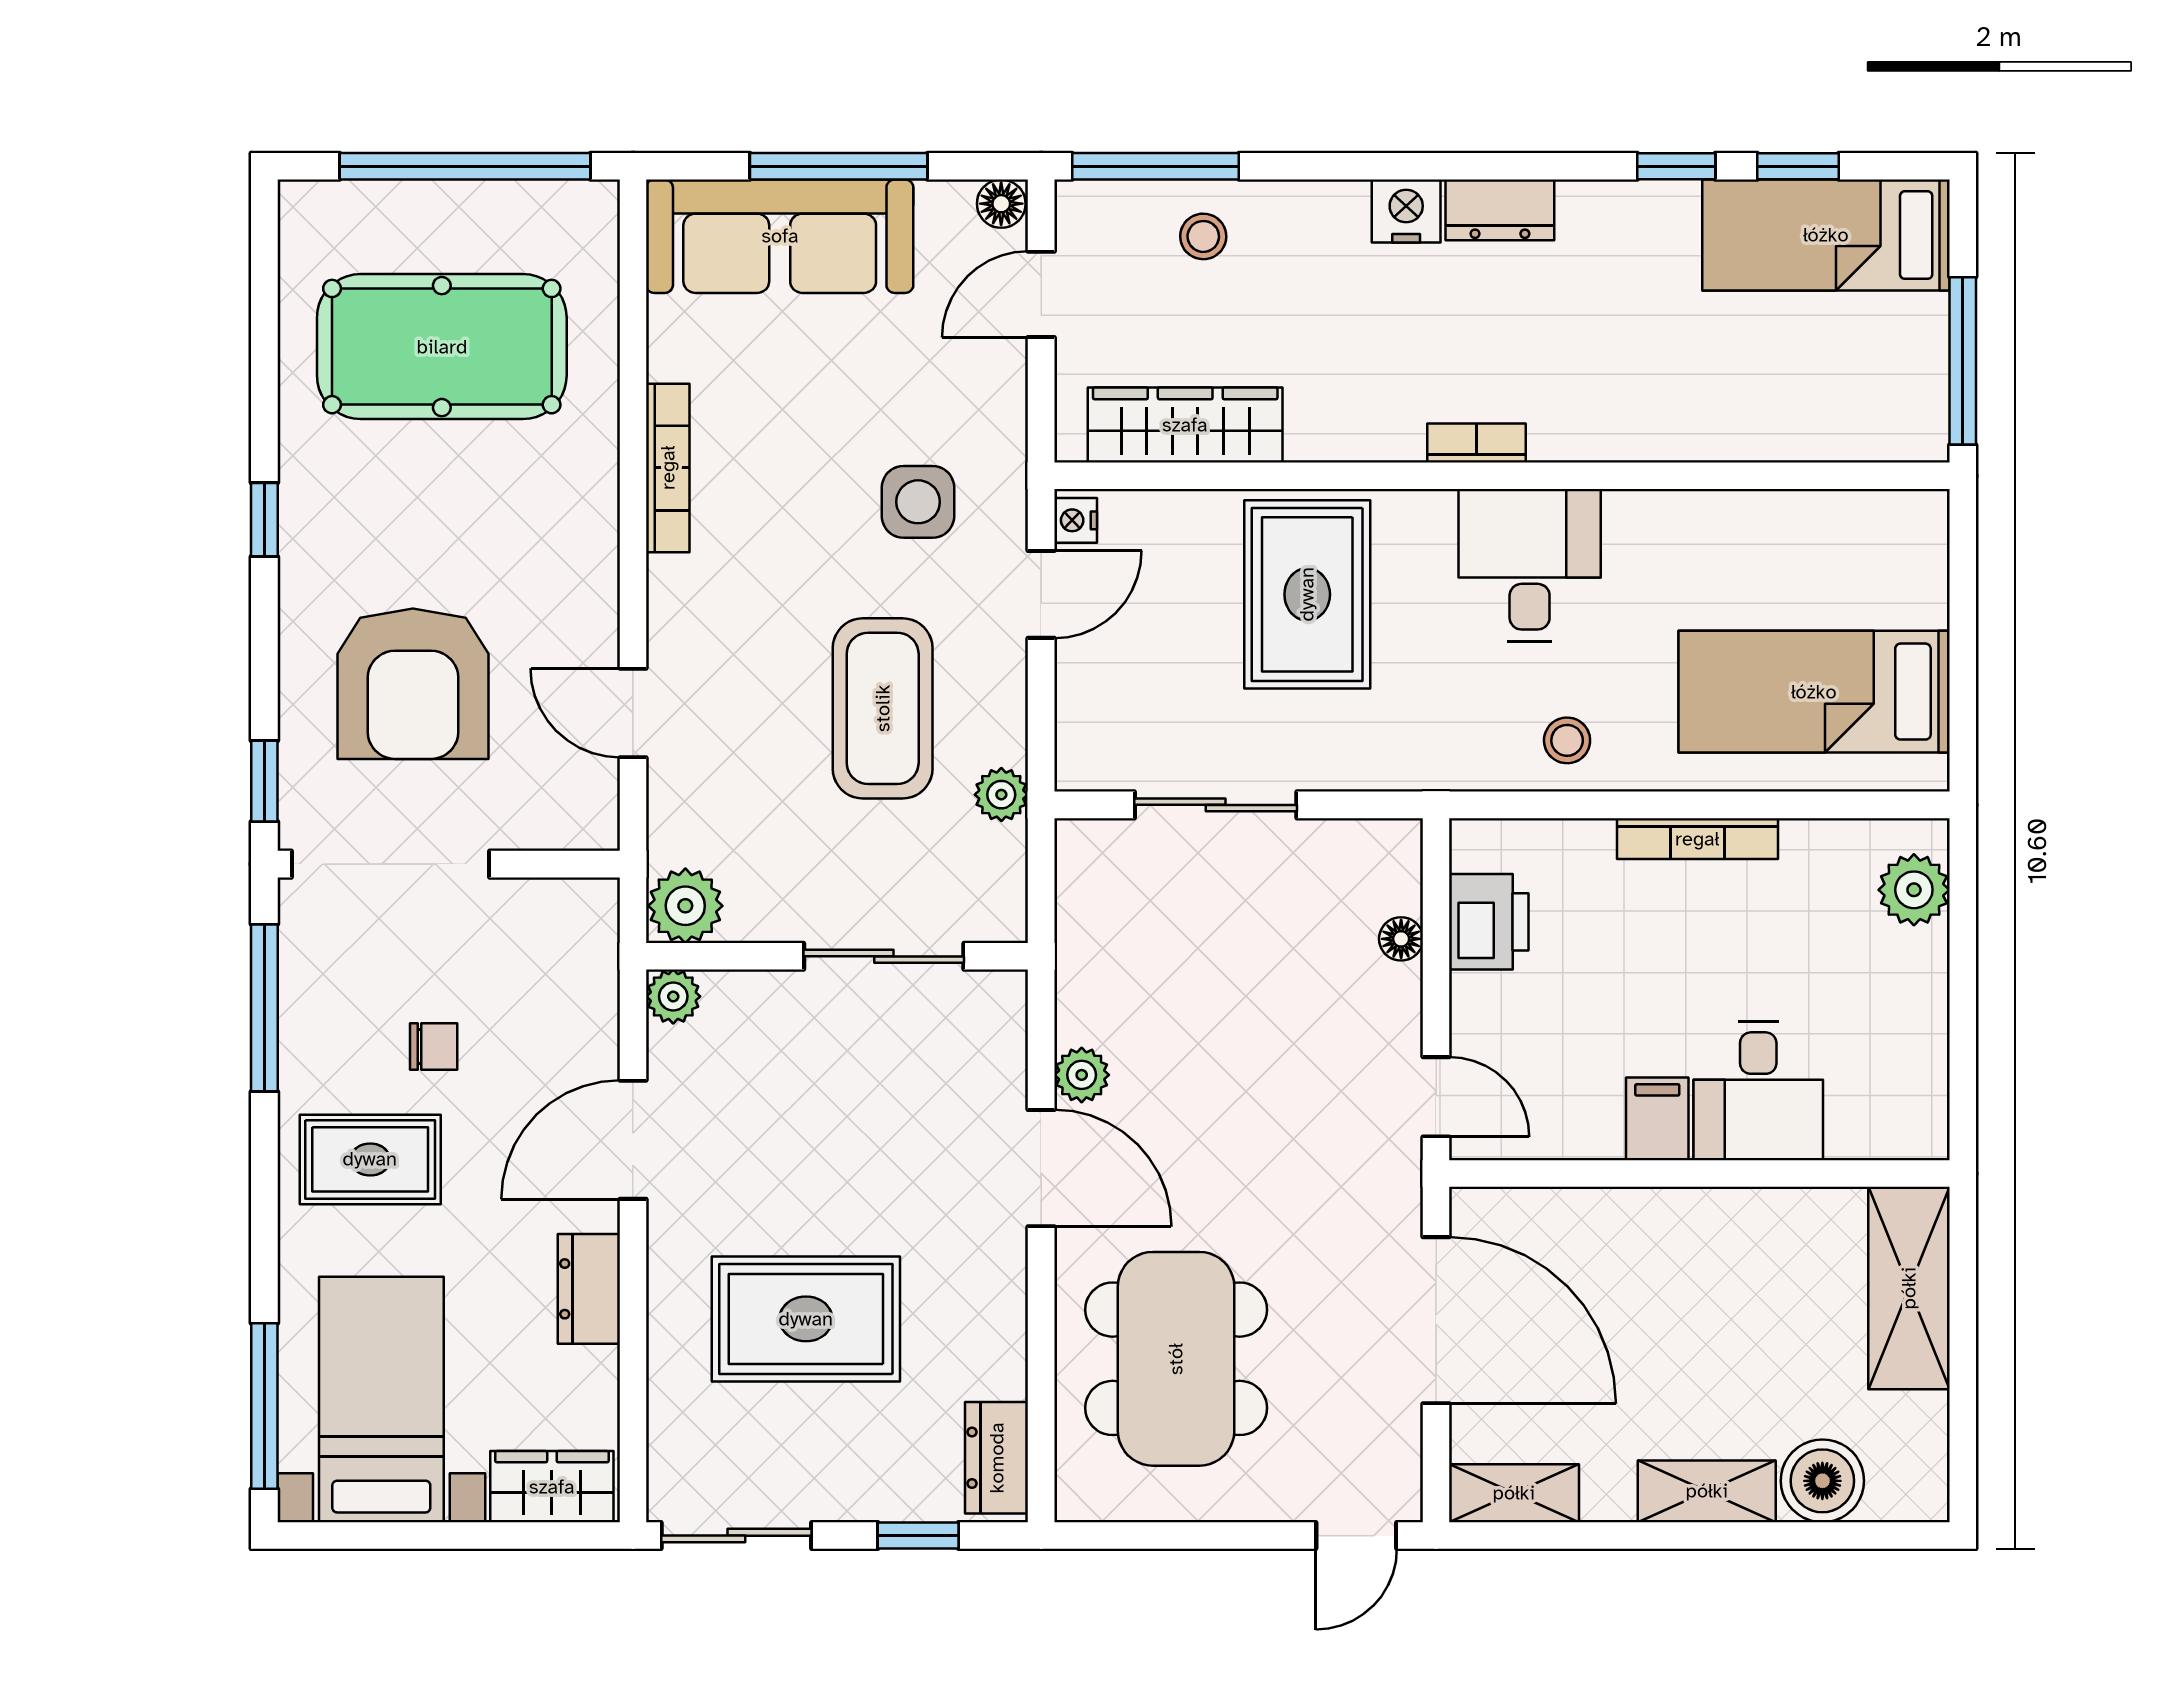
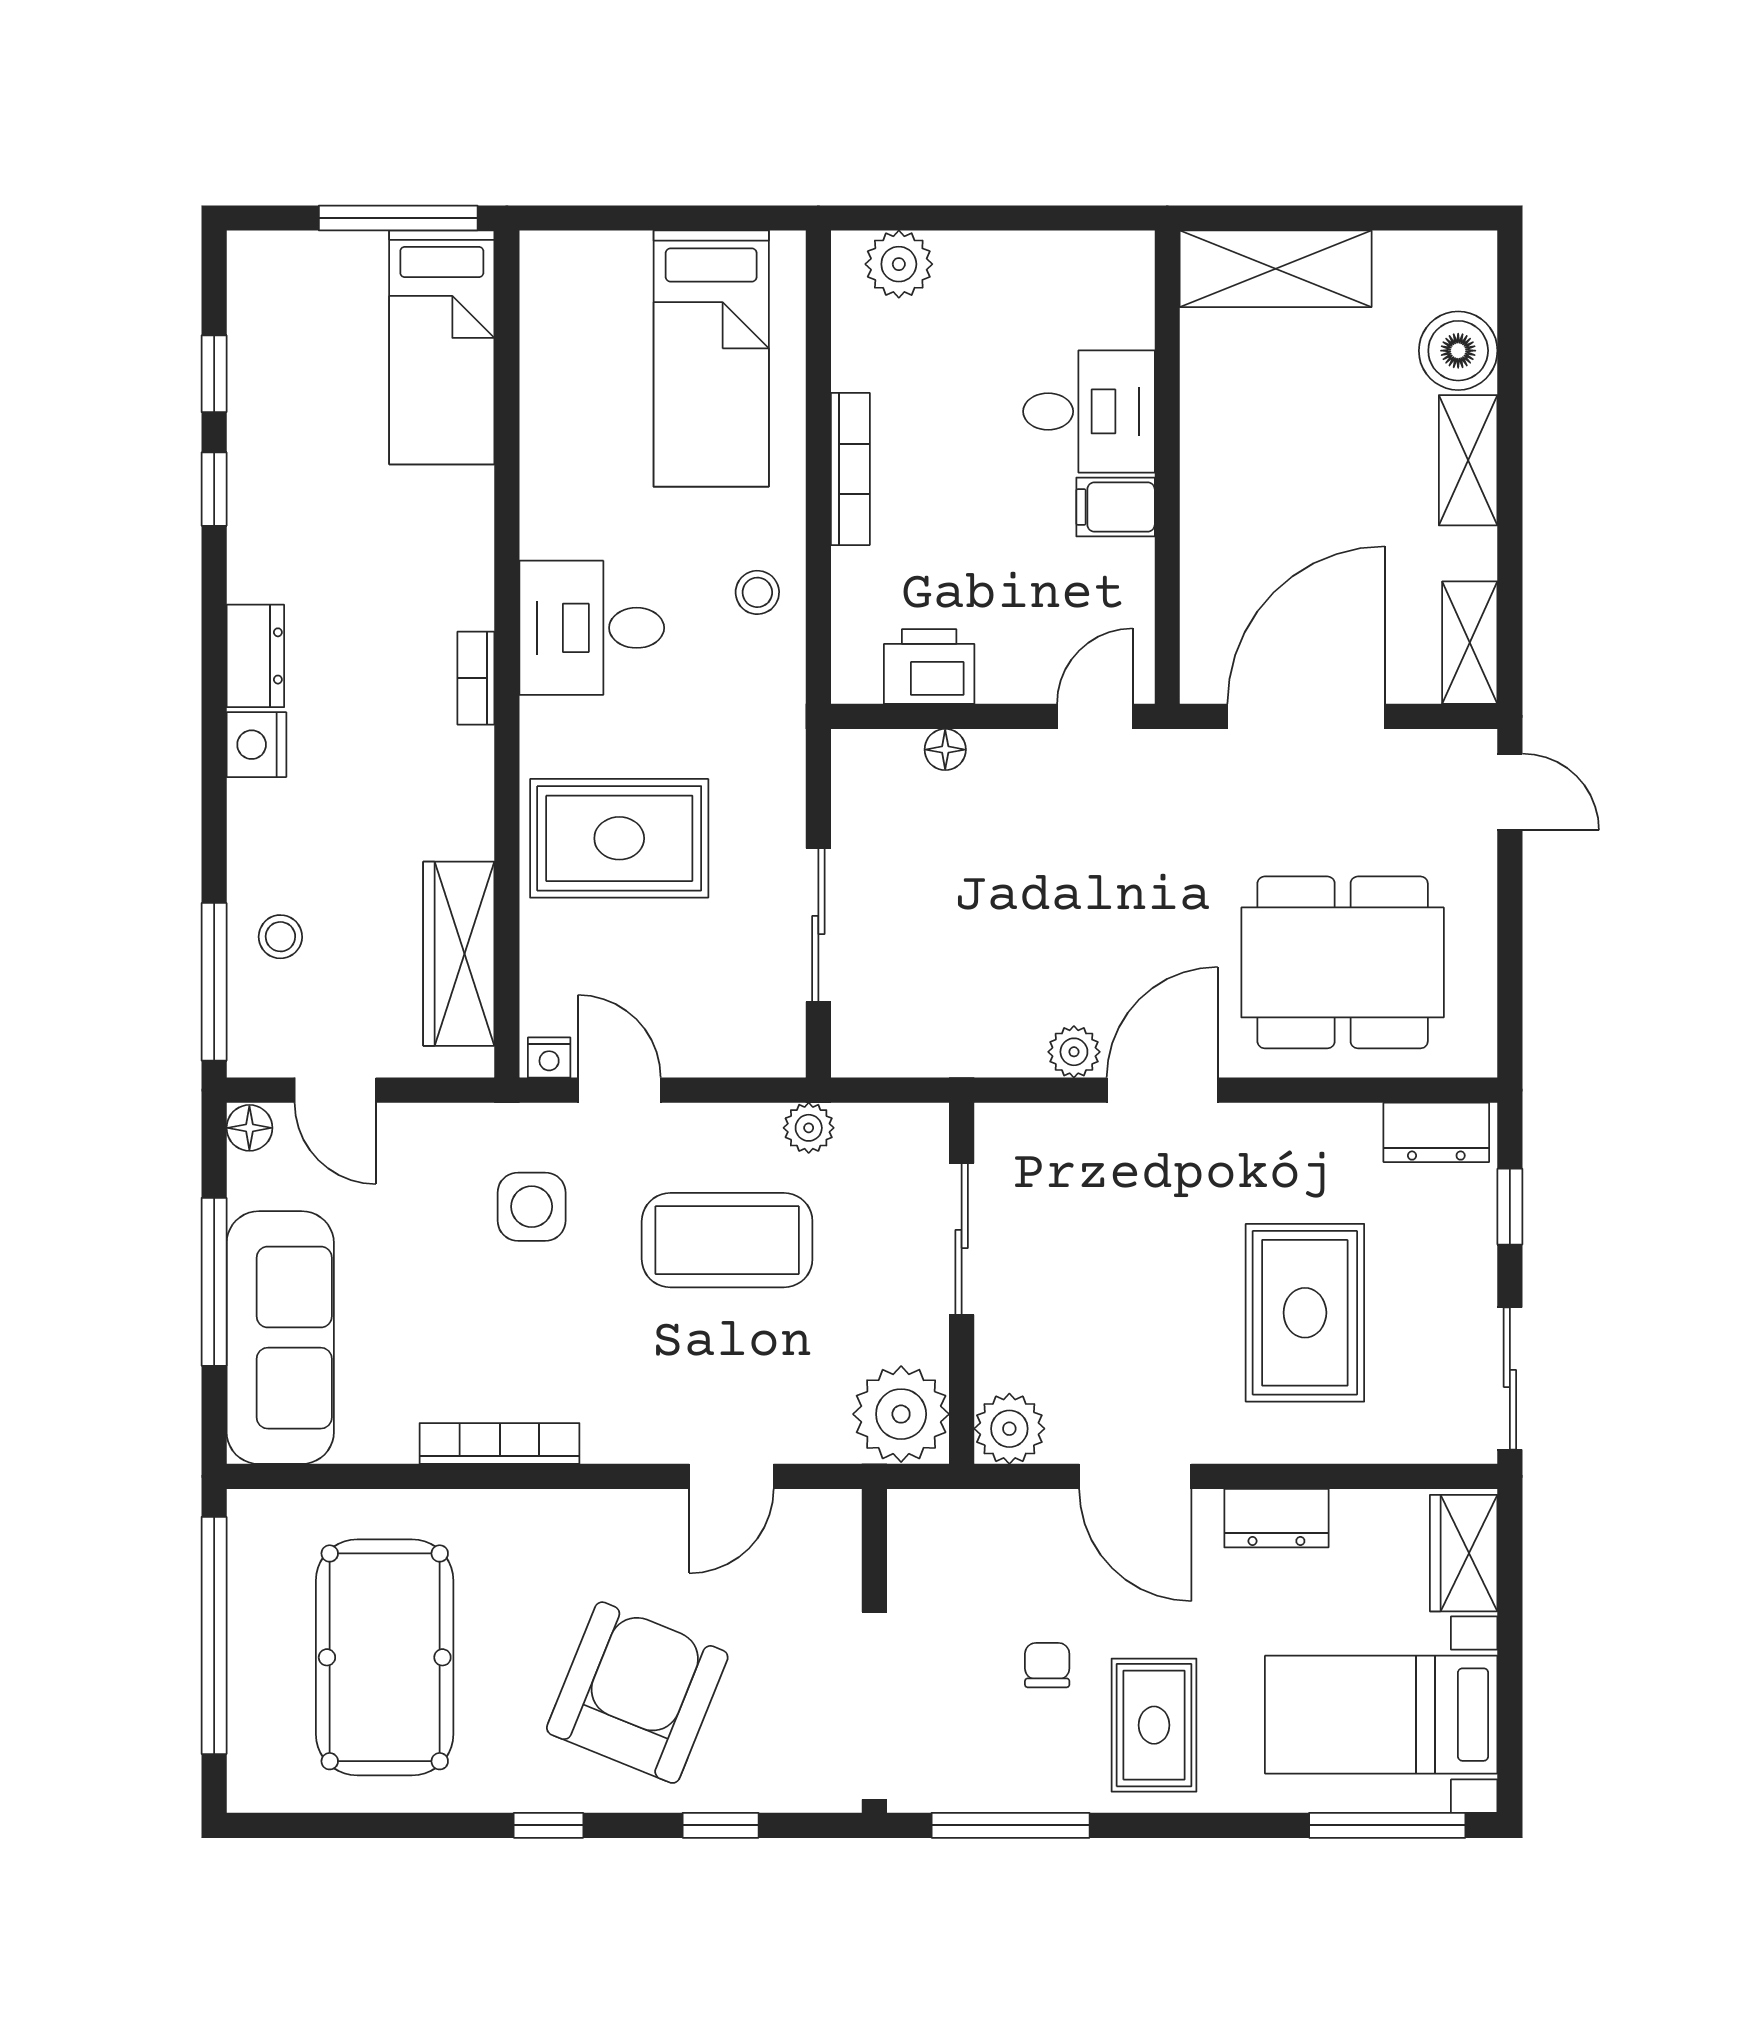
bed: (1826, 235) -> (442, 347), moved
armchair: (413, 684) -> (637, 1693), moved, turned -68
window: (264, 781) -> (721, 1825), moved
plant: (685, 906) -> (901, 1414), width x1.36, depth x1.36
plant: (673, 996) -> (1009, 1429), width x1.38, depth x1.38

